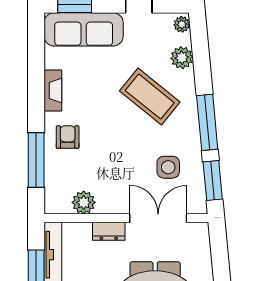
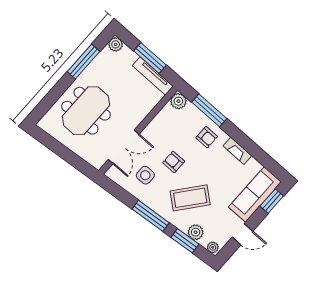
armchair: (126, 149) -> (174, 162), added
window: (213, 181) -> (185, 241), moved
plant: (84, 202) -> (178, 101), moved
dresser: (109, 231) -> (139, 115), removed

